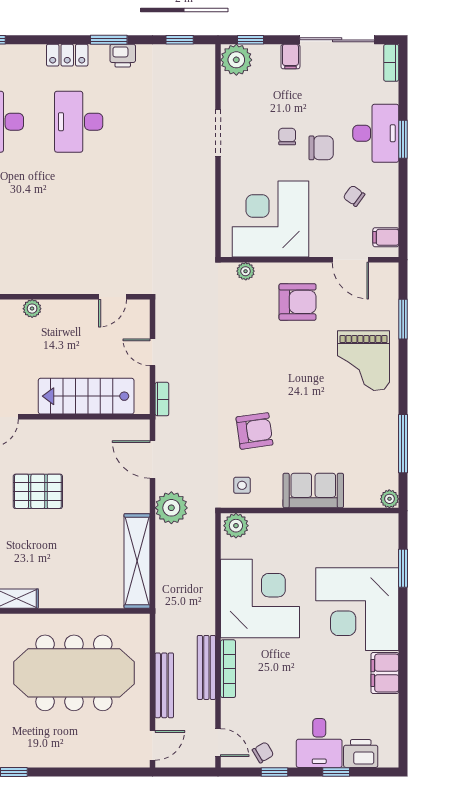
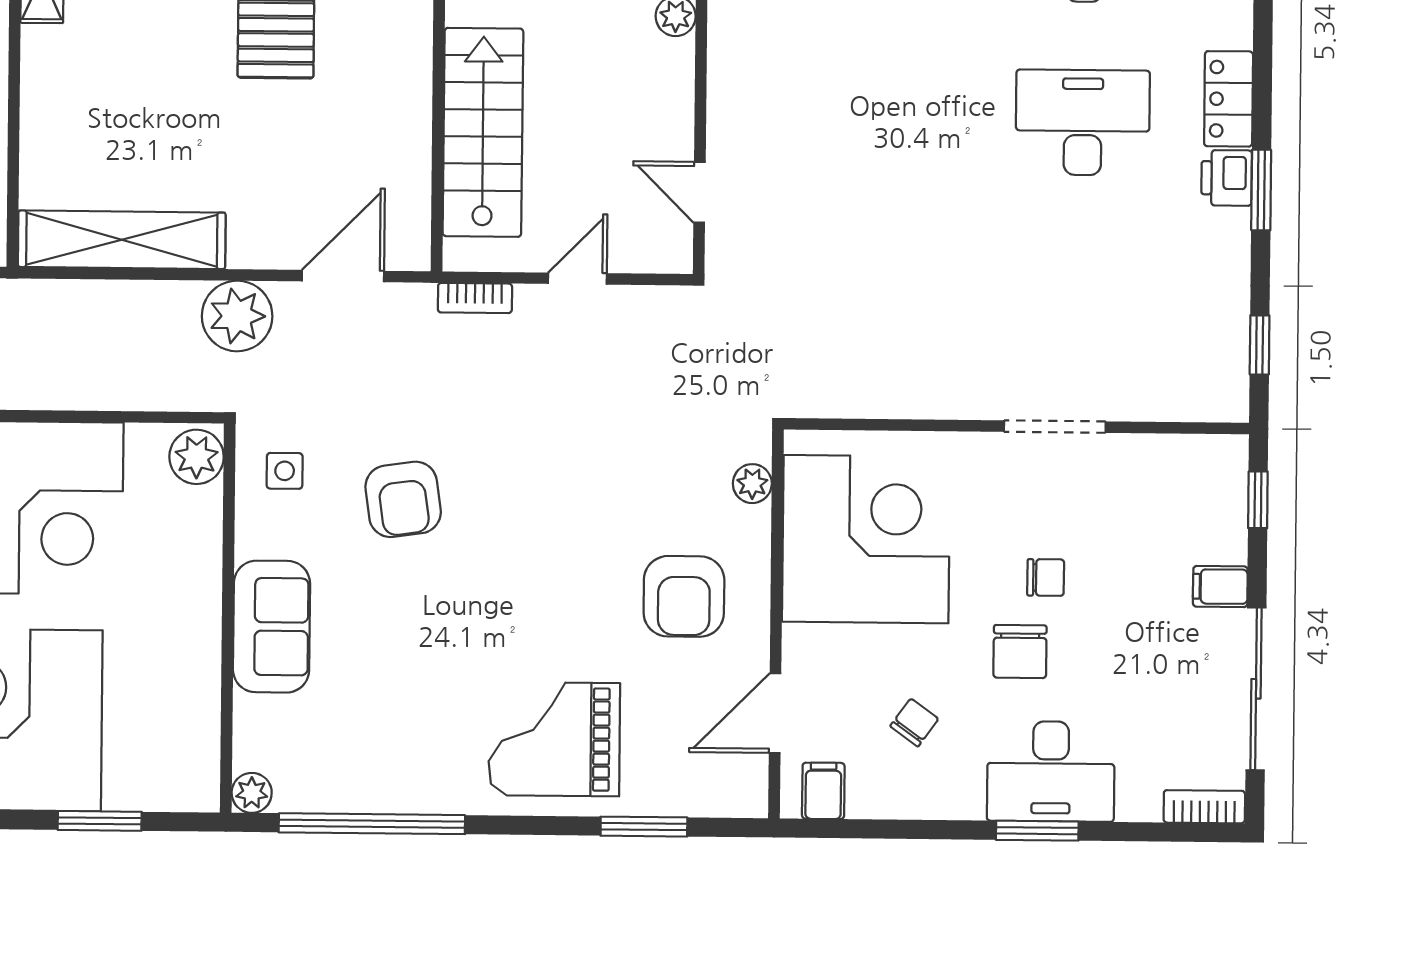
printer: (123, 56) -> (1227, 178), moved
plant: (236, 60) -> (1215, 468), removed
window: (403, 444) -> (372, 824), width x1.46

